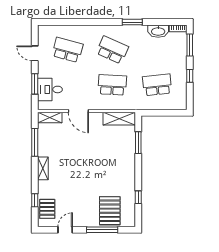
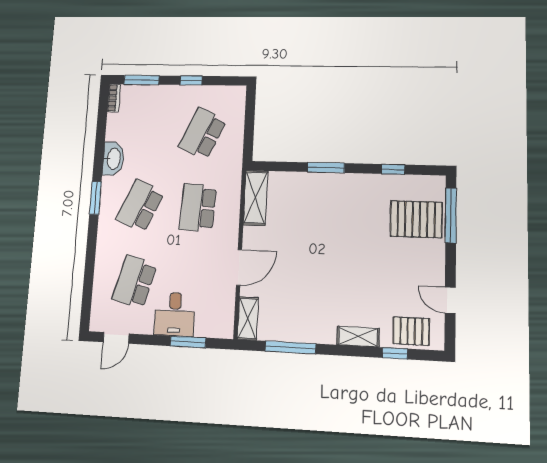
window: (132, 22) -> (95, 198), moved
washbasin: (158, 31) -> (113, 159), moved
door: (35, 53) -> (116, 338), moved
school desk: (157, 85) -> (202, 133), turned 30
desk: (50, 89) -> (175, 314), moved
window: (138, 143) -> (326, 168), moved
shelving: (43, 168) -> (358, 337), moved
window: (102, 230) -> (451, 215), moved

